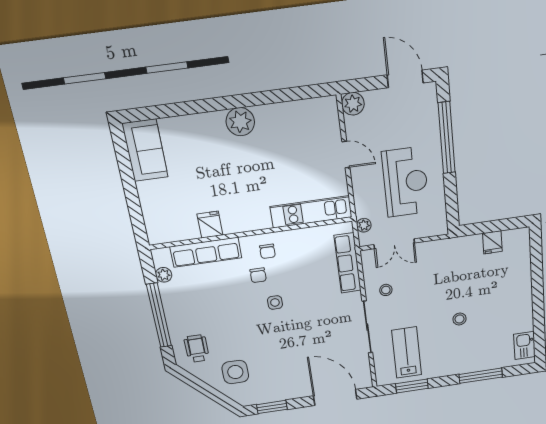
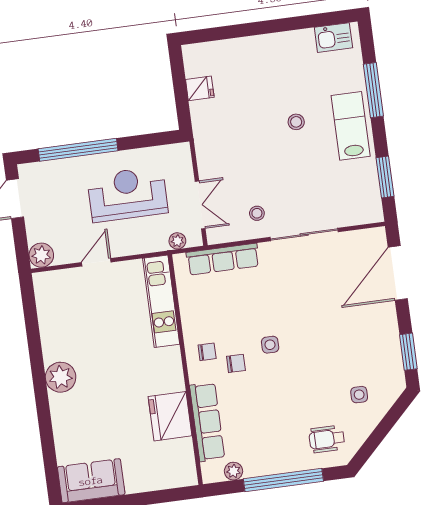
fridge: (210, 225) -> (170, 416), width x1.88, depth x1.34
lab bench: (407, 353) -> (351, 126), moved, turned 90
side table: (235, 372) -> (359, 395), width x0.54, depth x0.54

